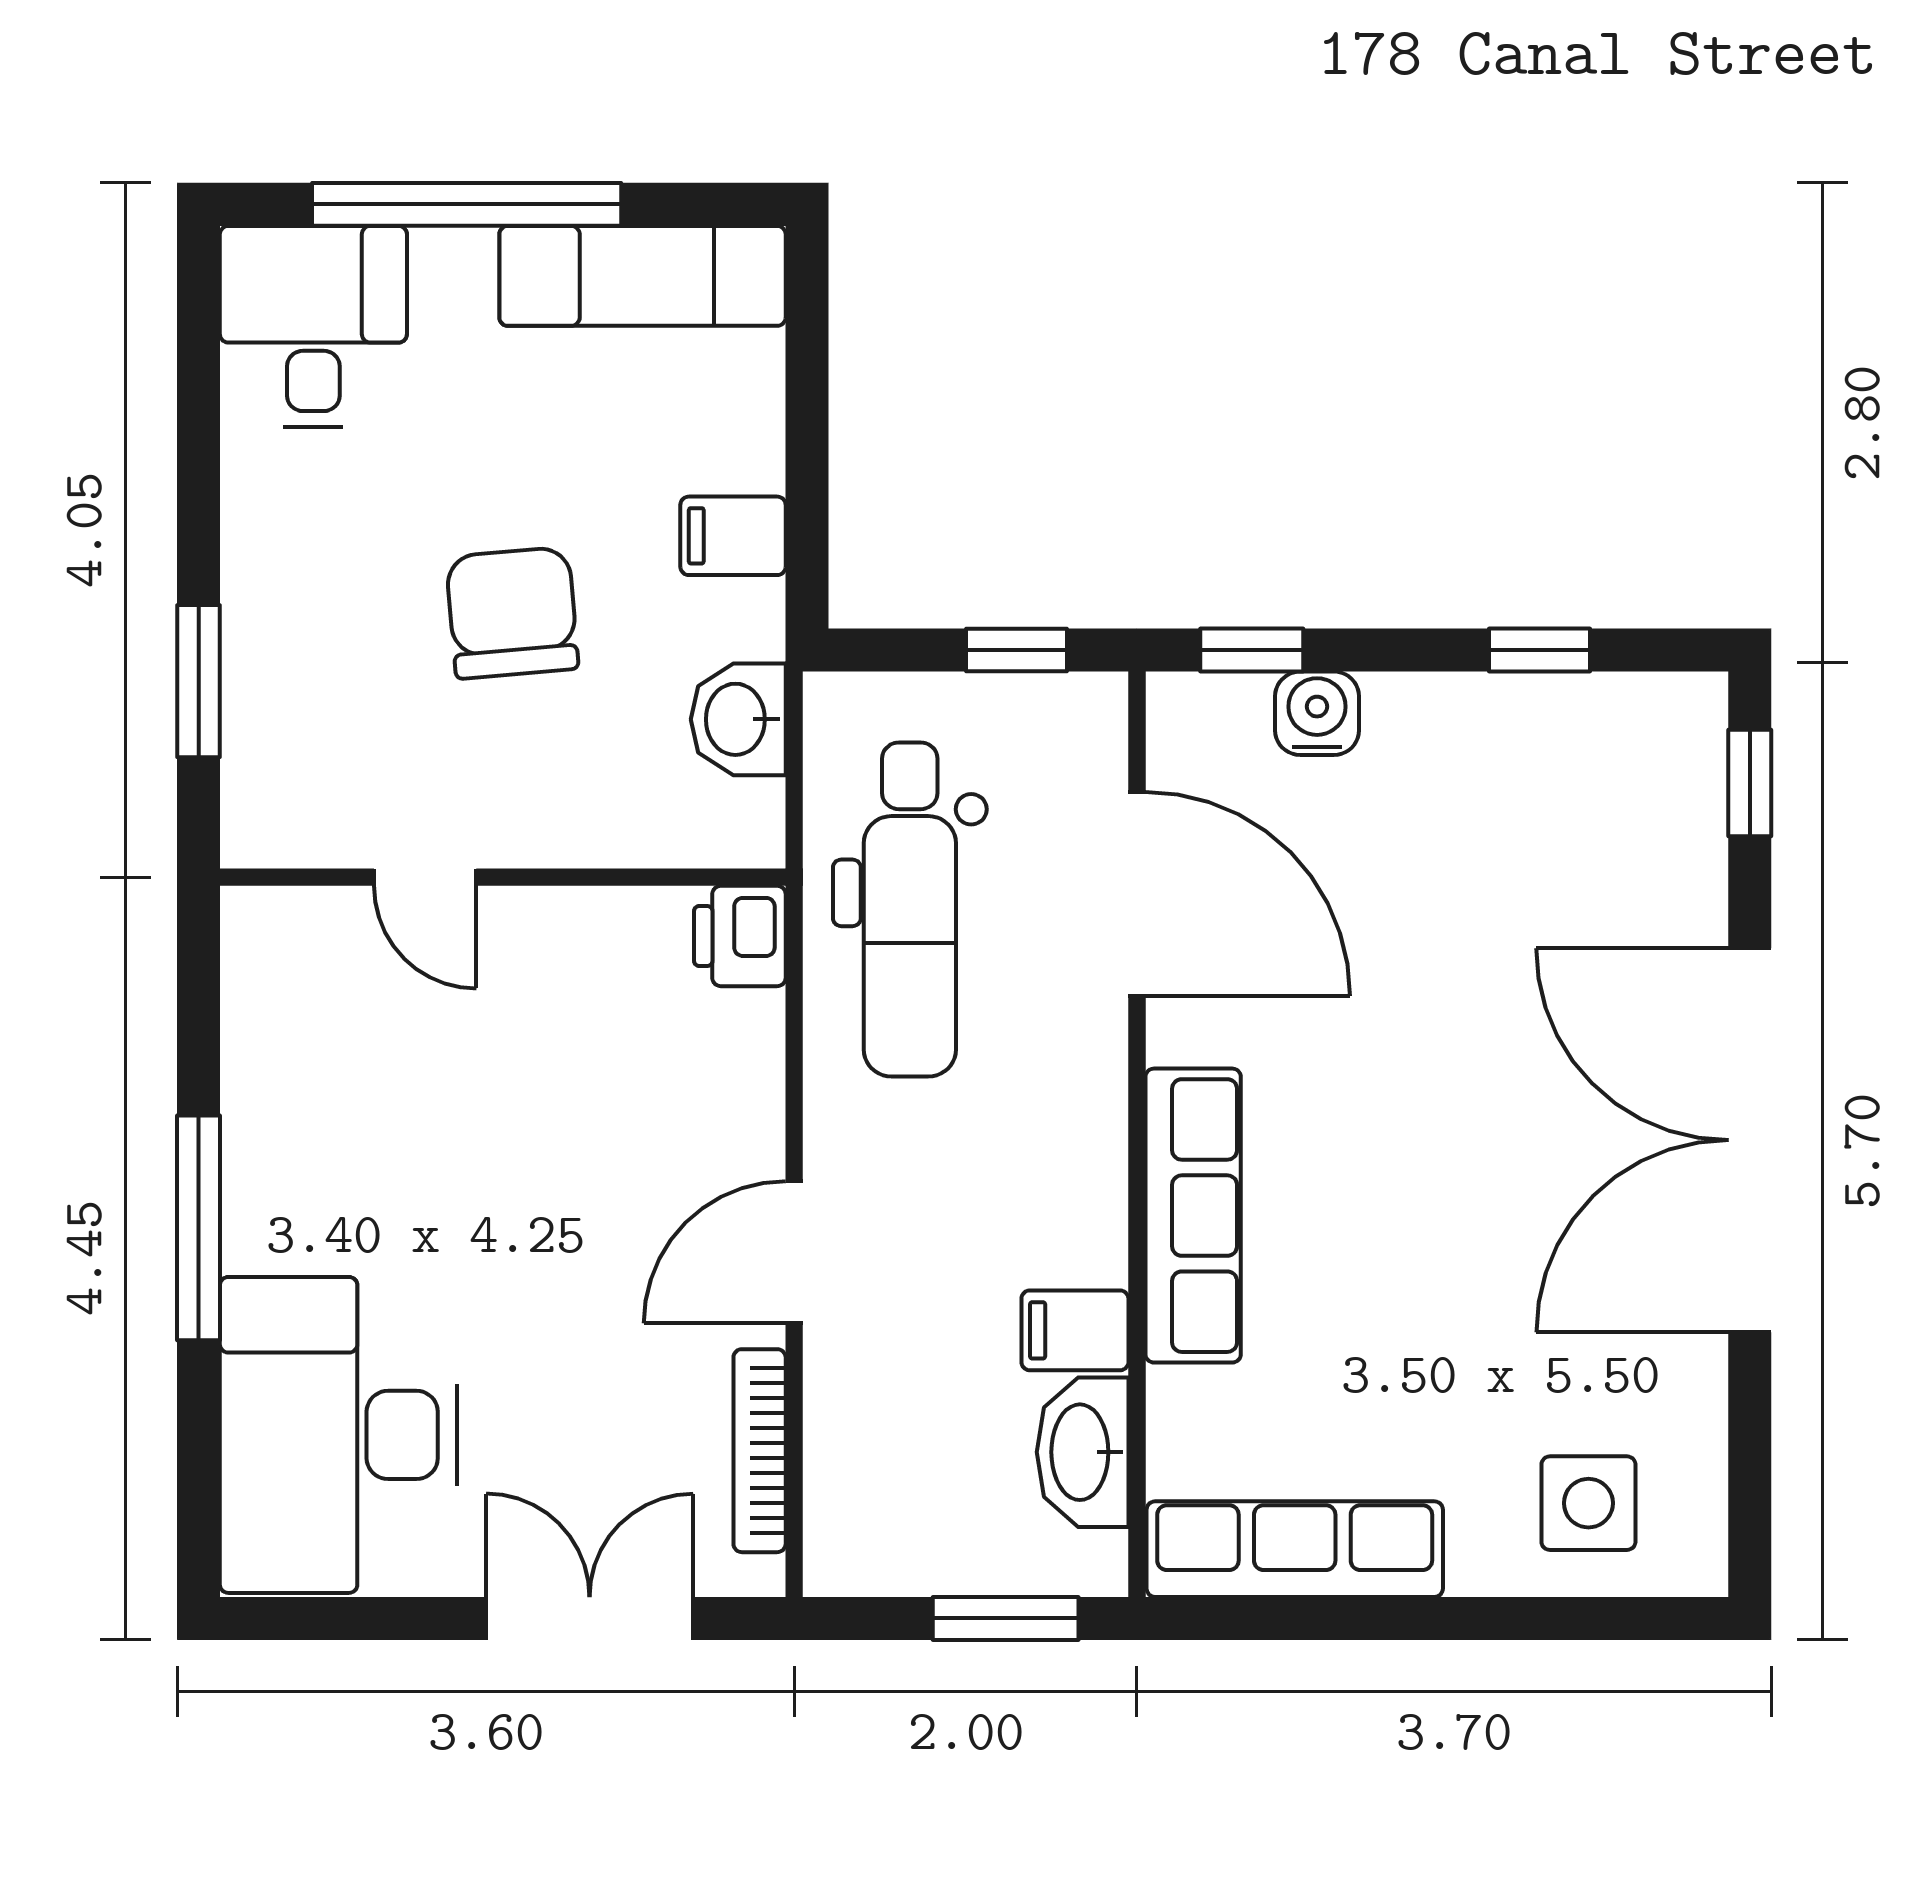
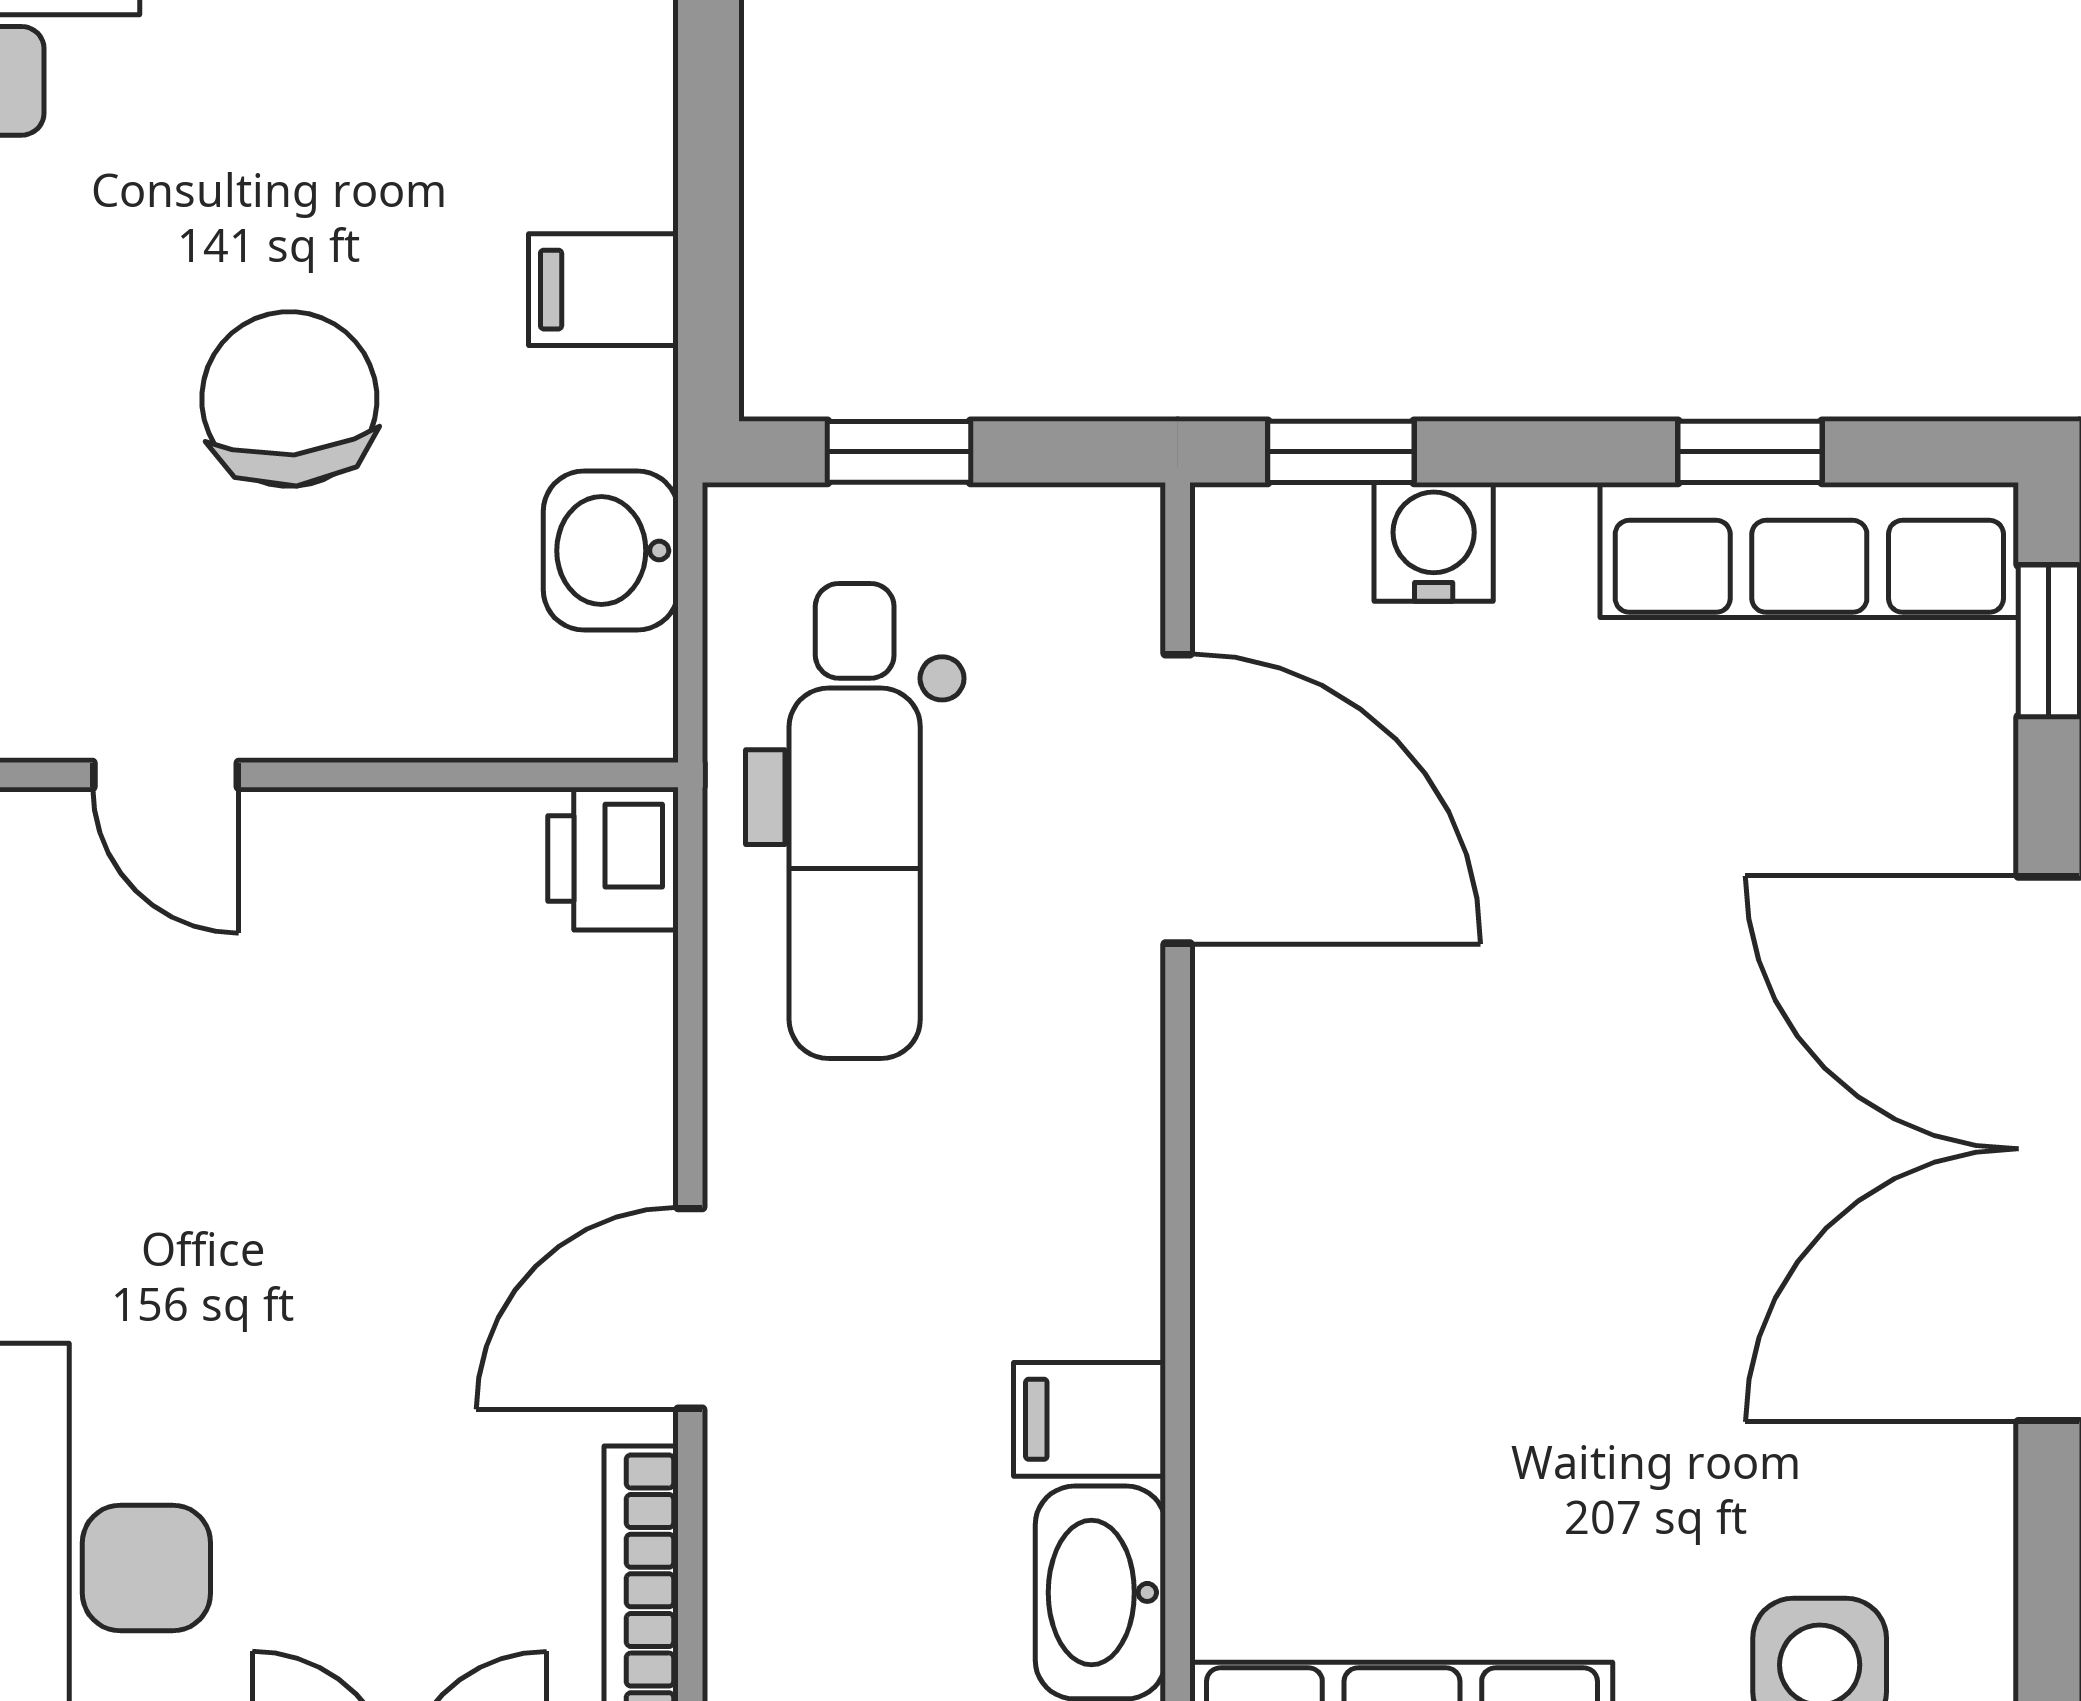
window: (1016, 650) -> (899, 452), moved
row of seats: (1193, 1216) -> (1809, 550), moved, turned 90

